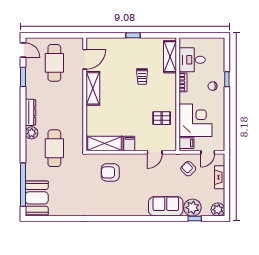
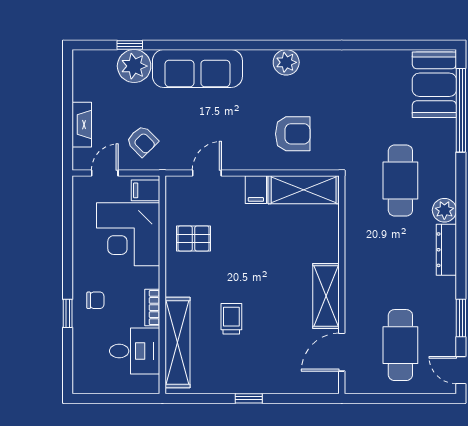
shelving: (170, 57) -> (177, 342), width x1.47
sofa: (166, 206) -> (197, 68), width x1.36
plant: (218, 210) -> (286, 62), moved

